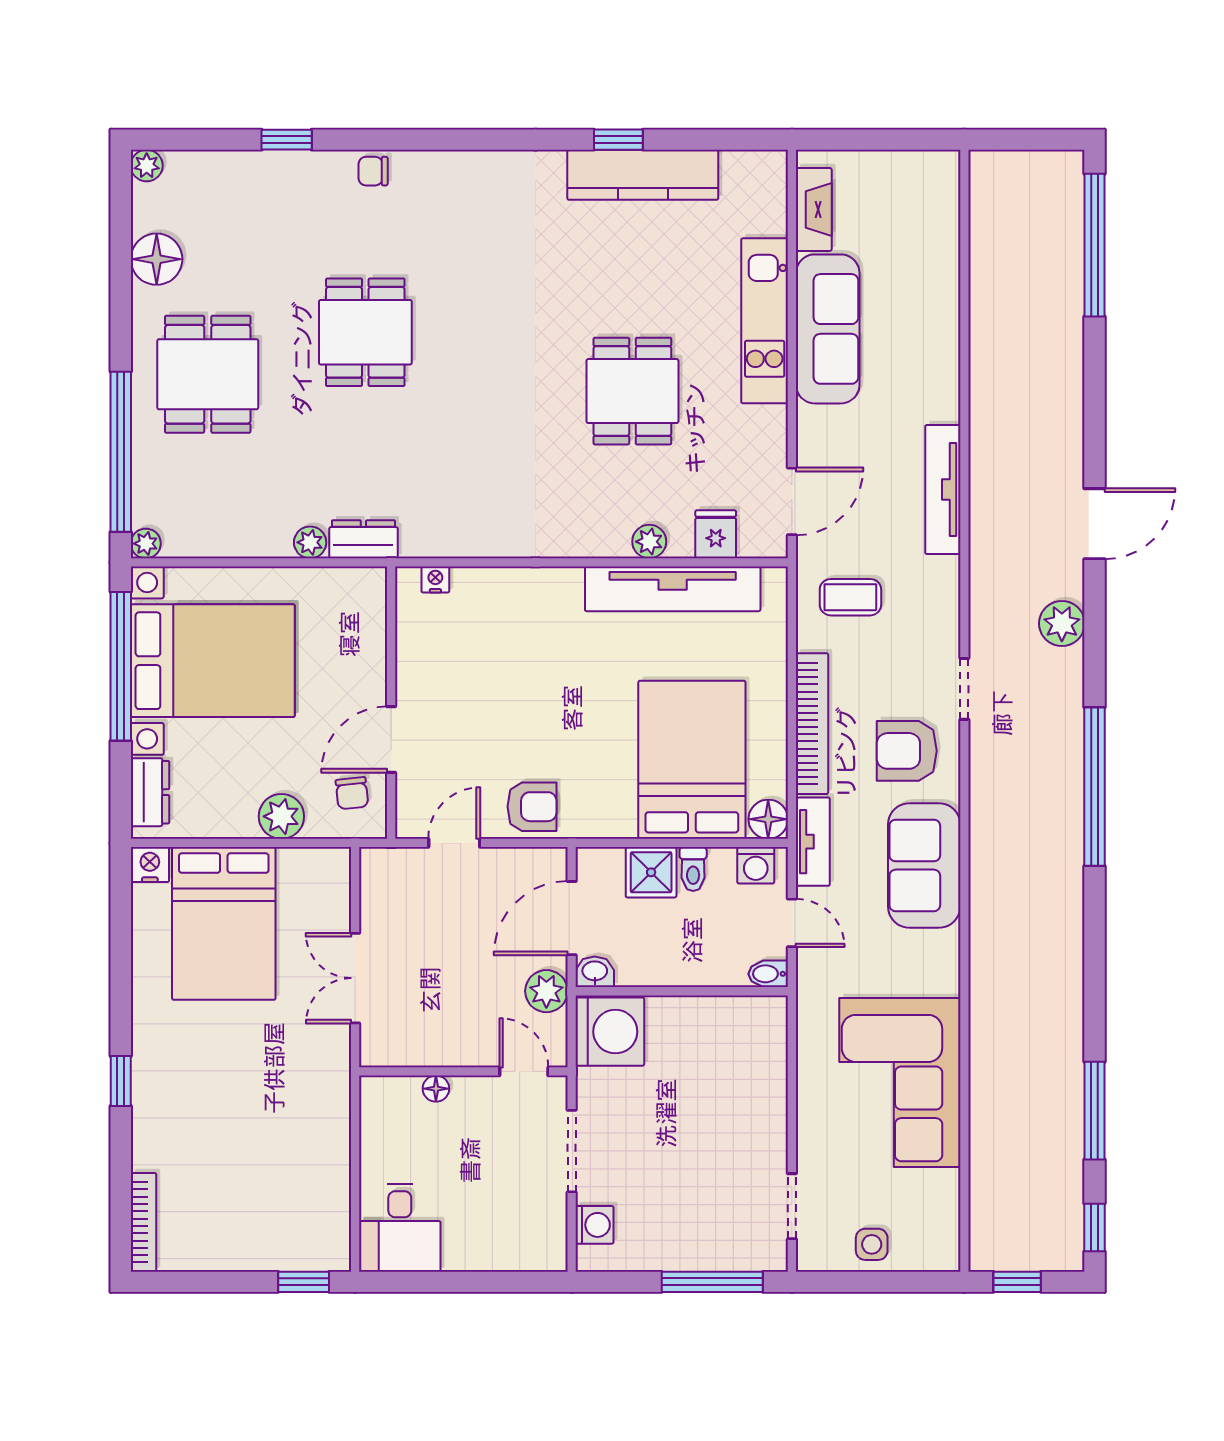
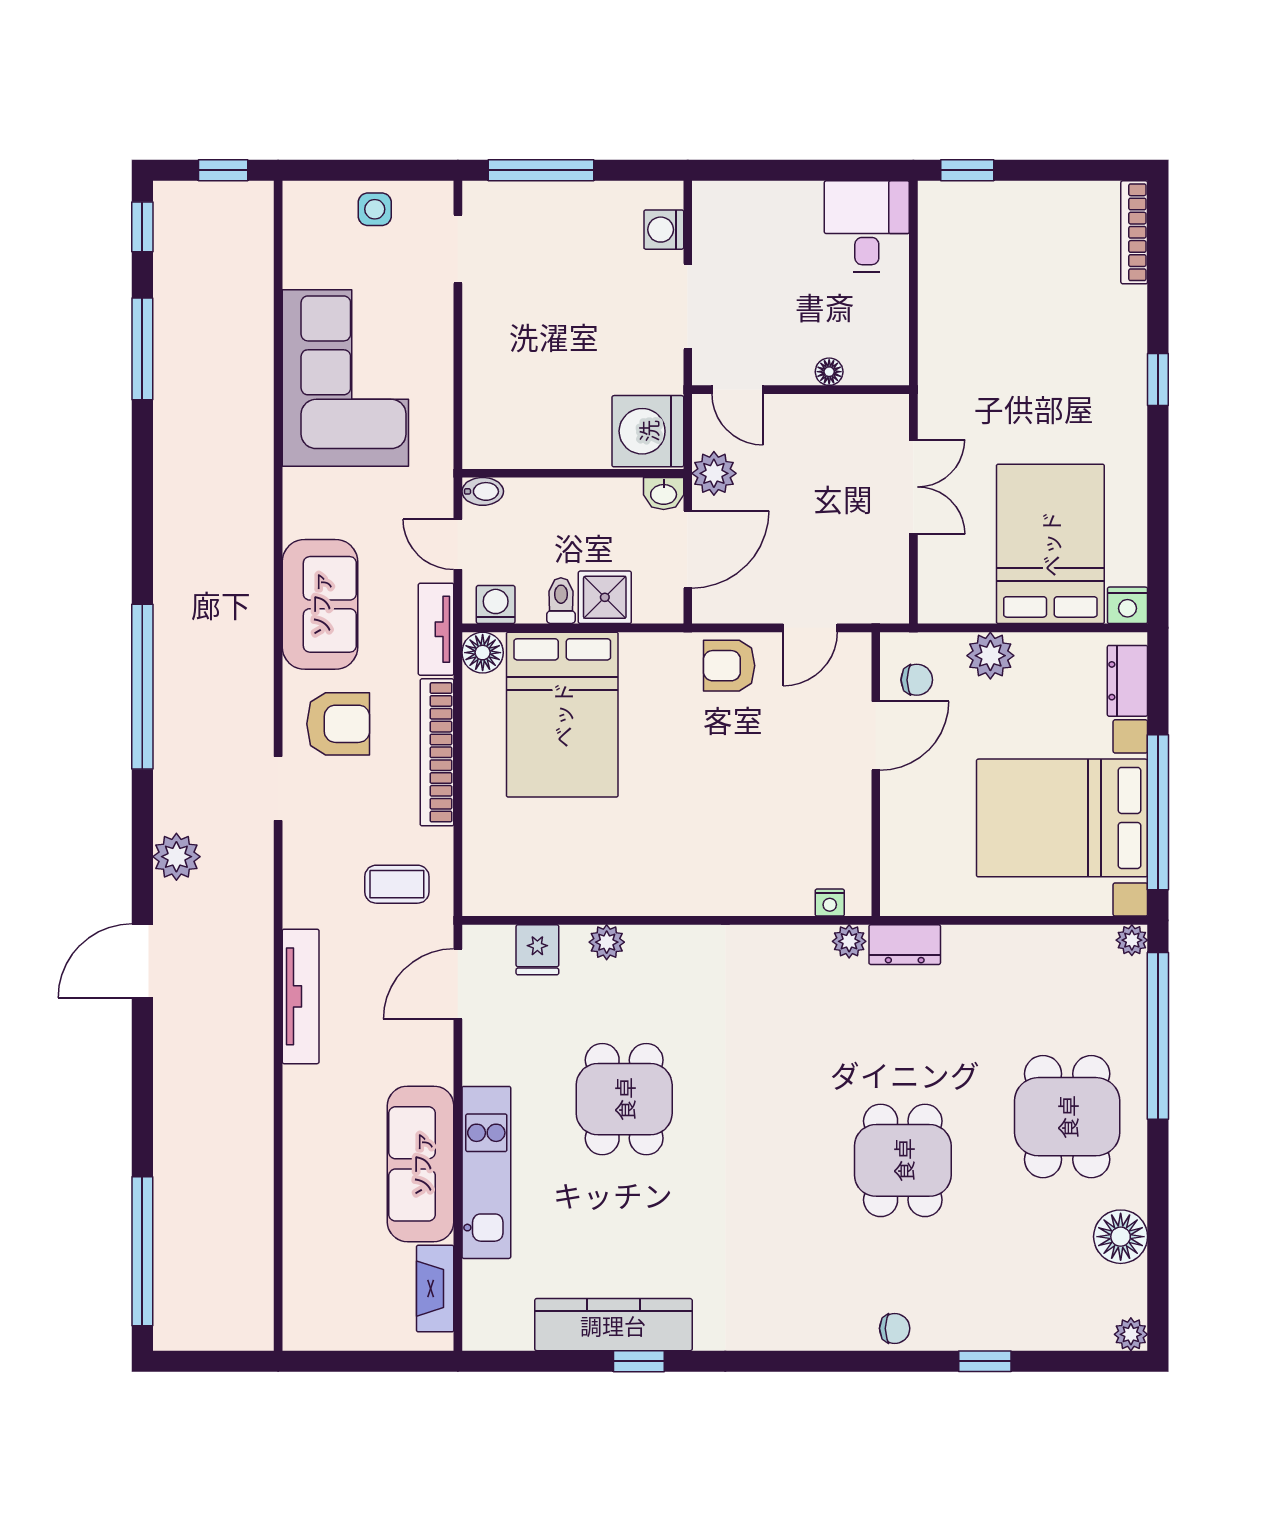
plant: (310, 542) -> (849, 941), moved
tv unit: (673, 589) -> (582, 893), removed
chair: (352, 793) -> (917, 680), turned 96

